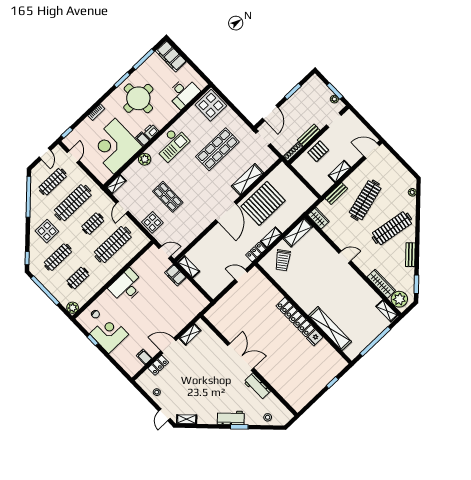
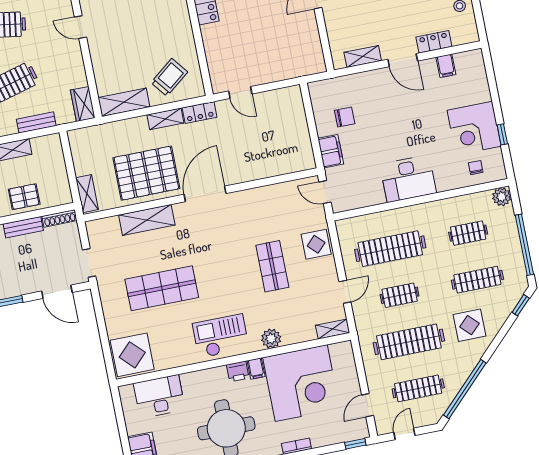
door: (270, 113) -> (57, 292), swing flipped
shelving: (189, 267) -> (87, 194), moved
chair: (179, 297) -> (345, 117), added

